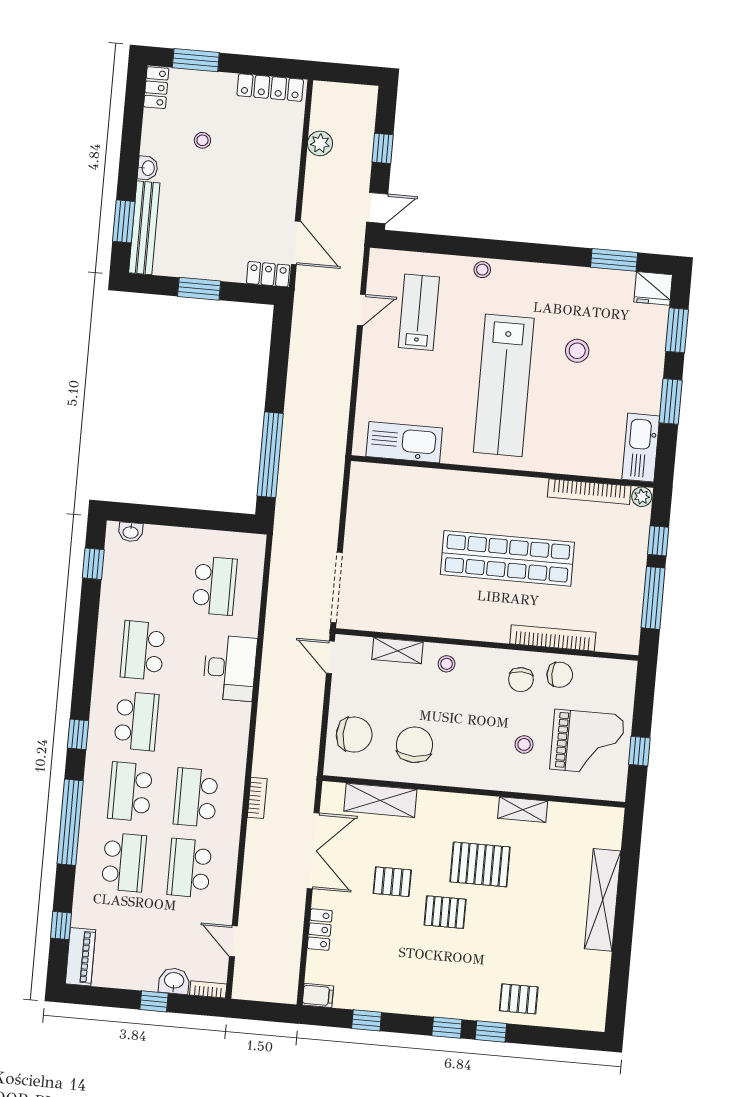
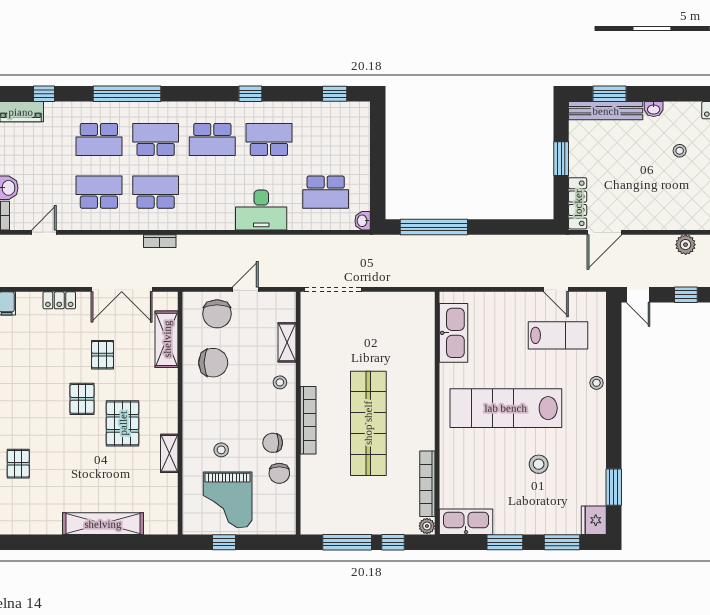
locker: (268, 274) -> (578, 203), width x1.53
washbasin: (131, 532) -> (363, 221), moved
bookcase: (553, 638) -> (308, 420), moved
door: (330, 657) -> (245, 289), moved
window: (78, 734) -> (250, 94), moved

